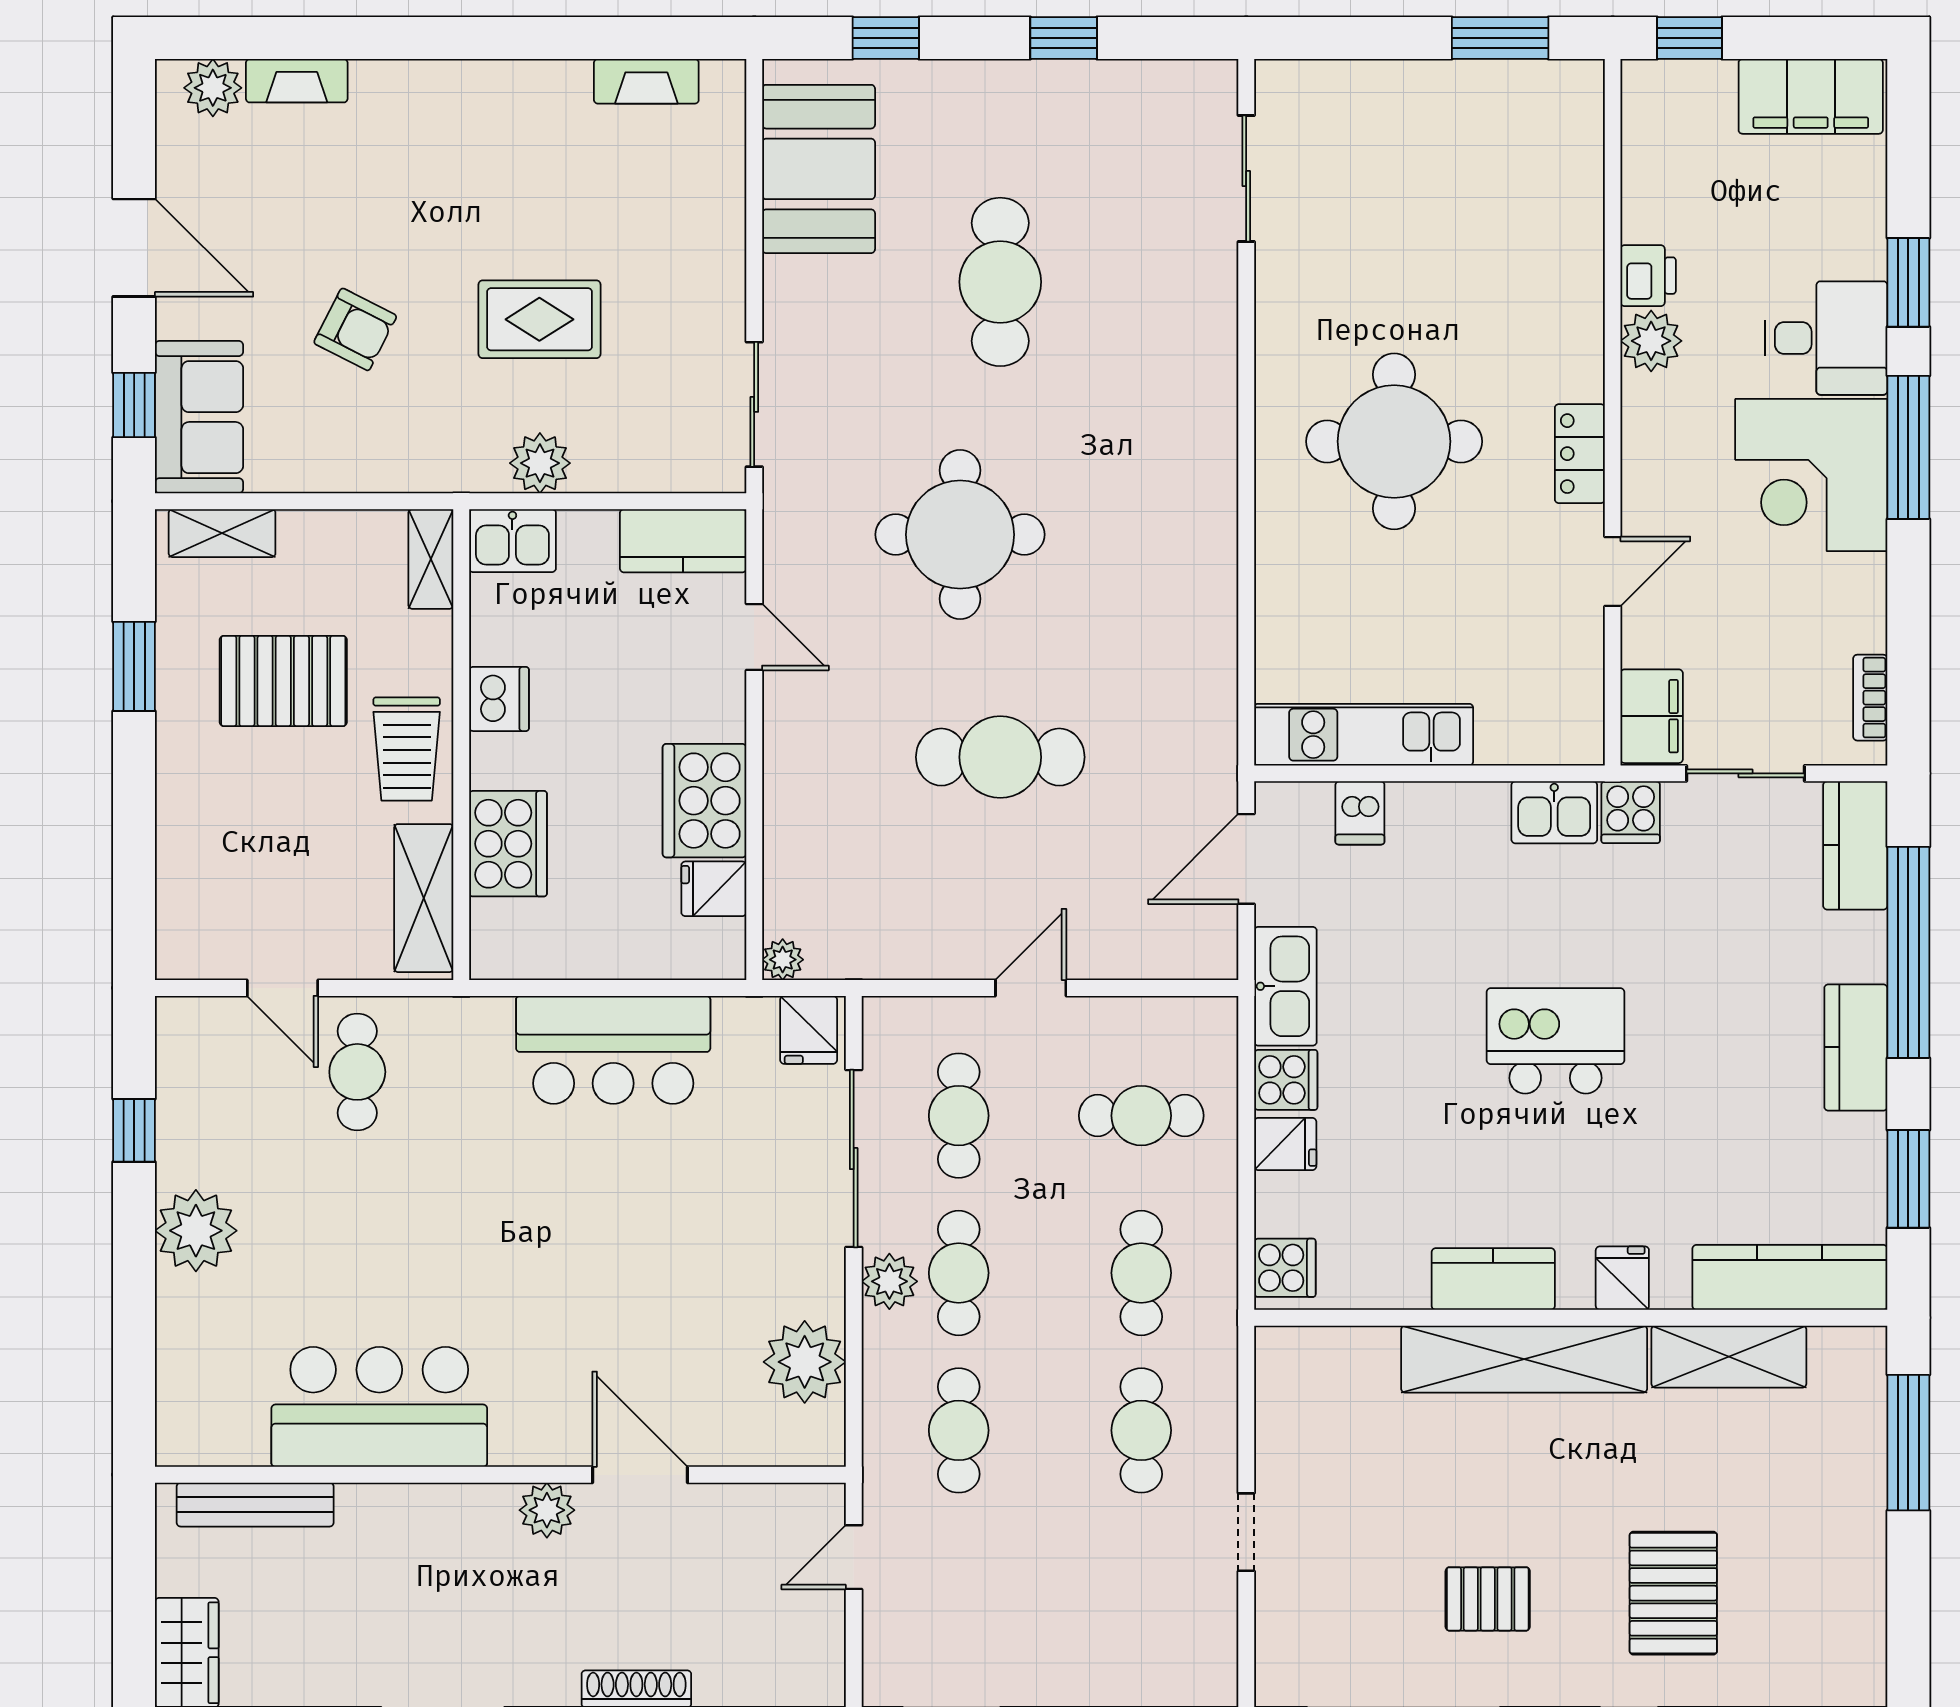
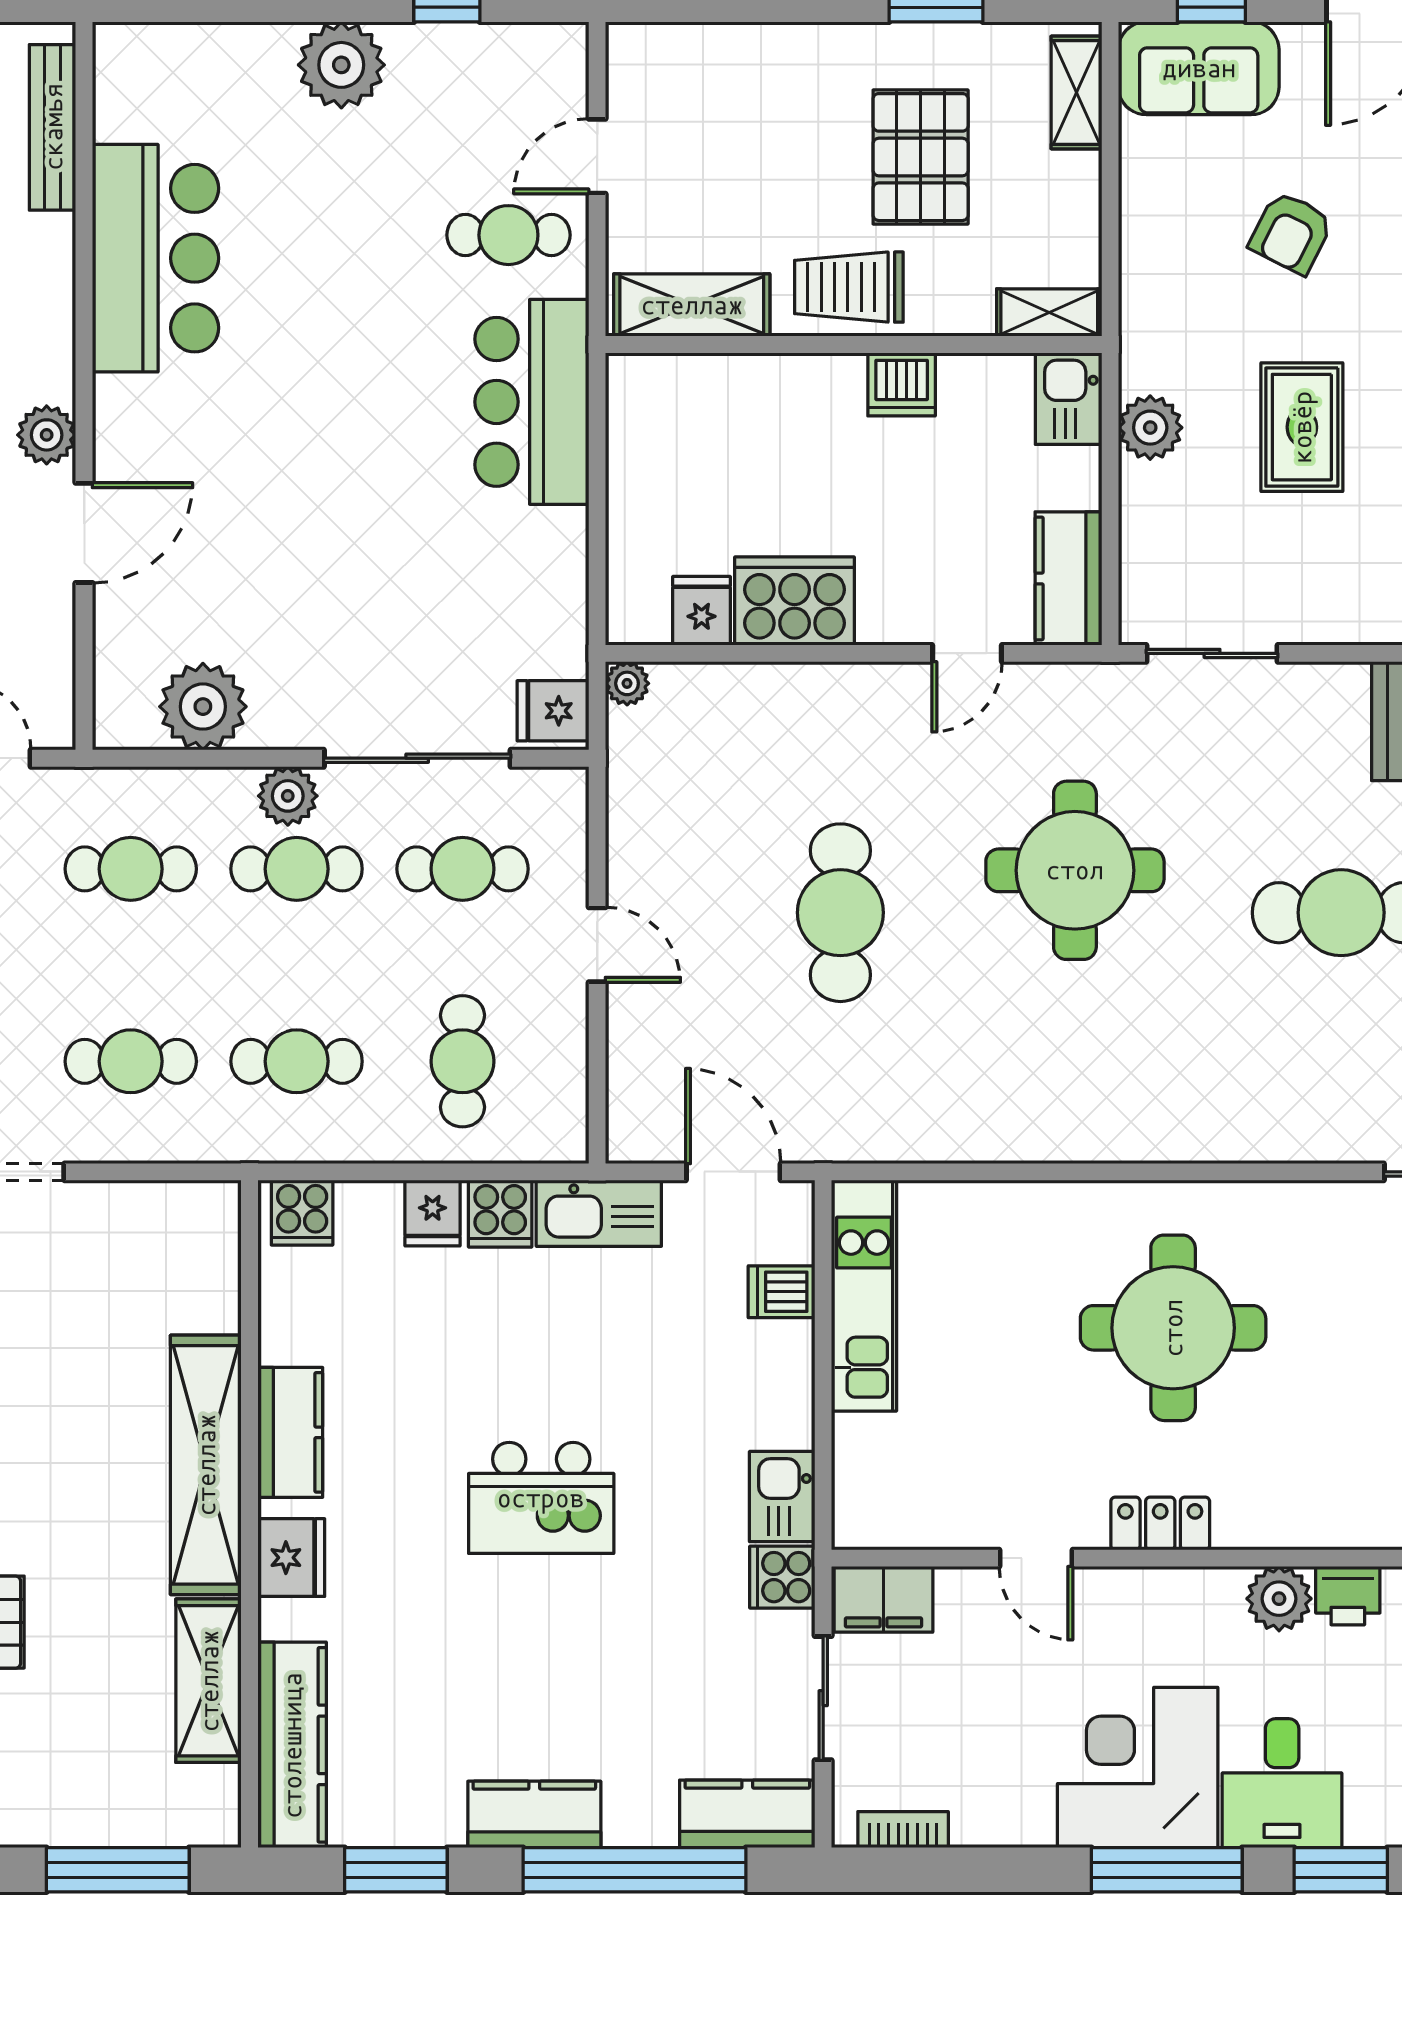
cooker: (508, 844) -> (749, 394), removed
kitchen island: (1555, 1041) -> (541, 1498), turned 90
bar counter: (613, 1050) -> (532, 402), moved
fridge: (1622, 1278) -> (291, 1558), width x1.38

